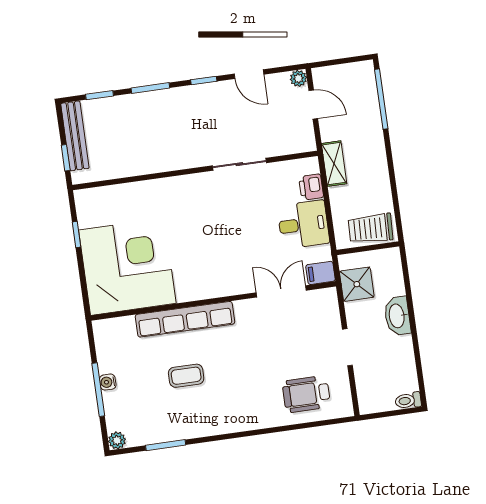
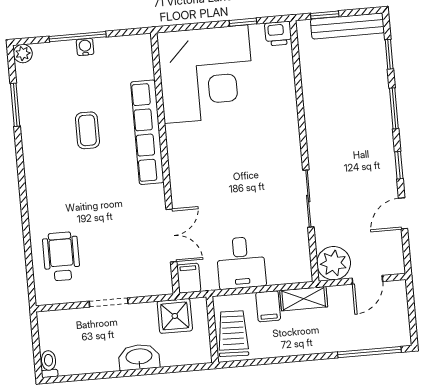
plant: (298, 78) -> (334, 263), moved, width x1.88, depth x1.88
printer: (311, 187) -> (278, 33), moved, turned 180
filing cabinet: (343, 197) -> (268, 306), added

